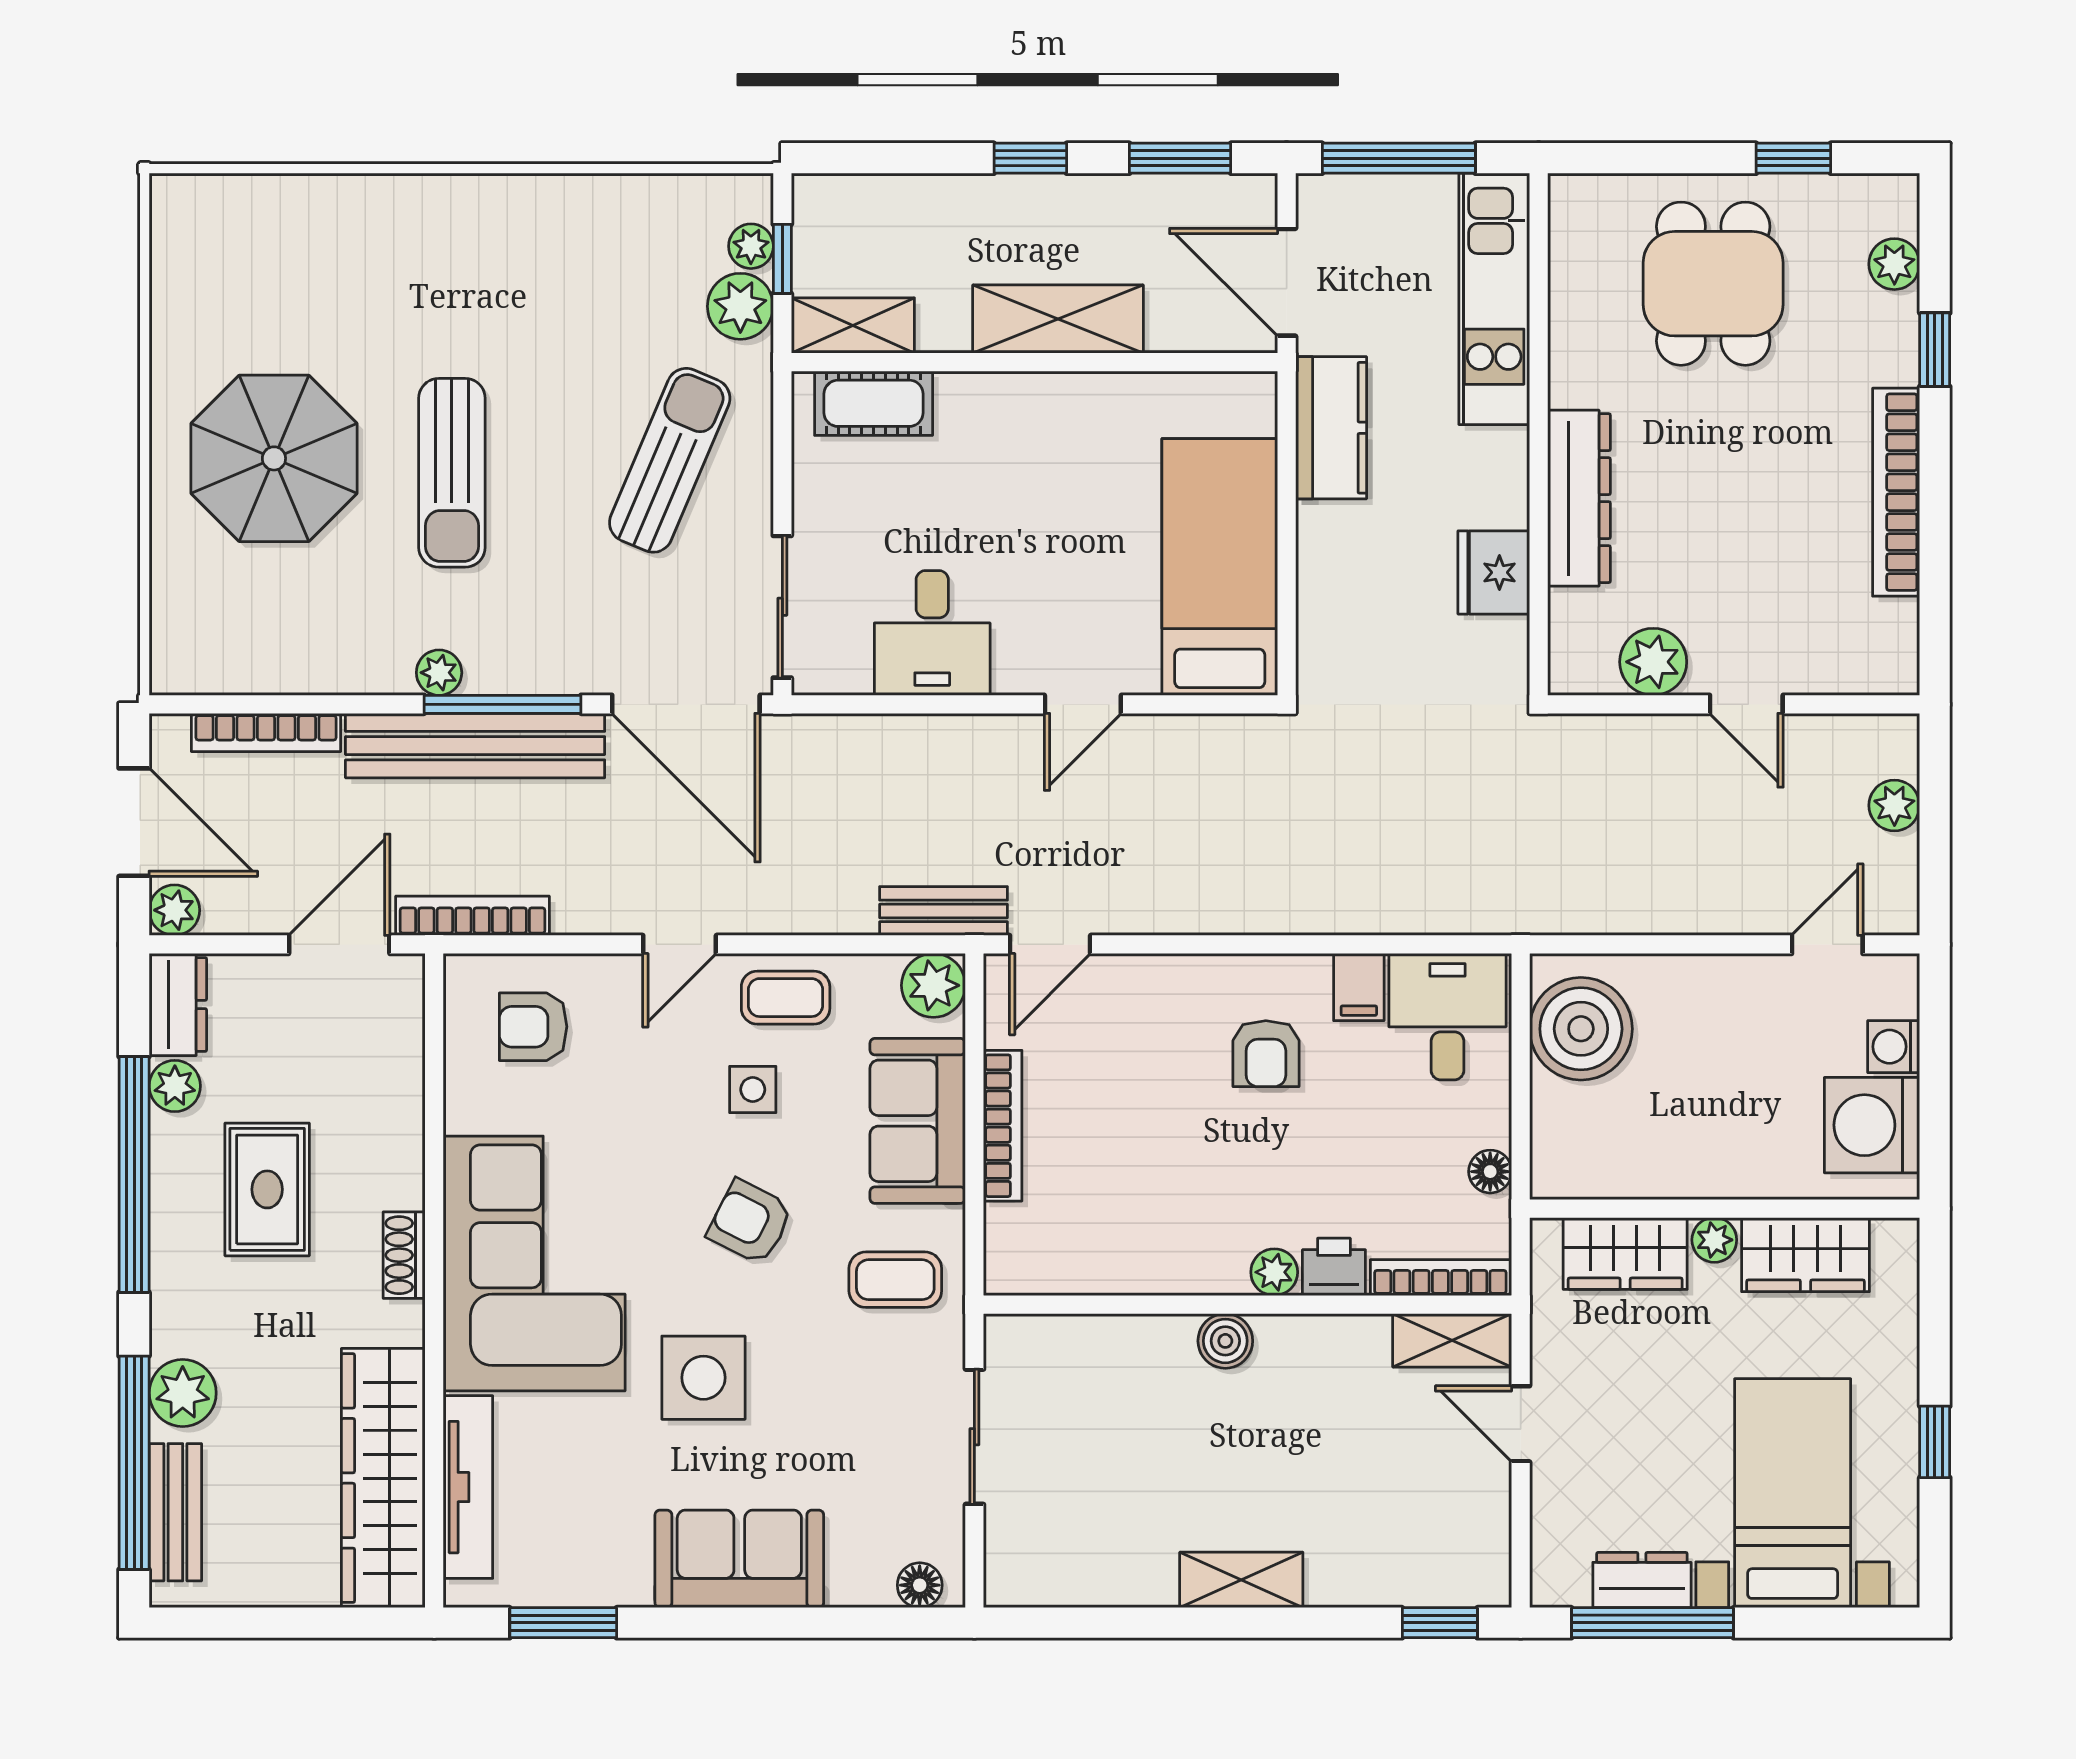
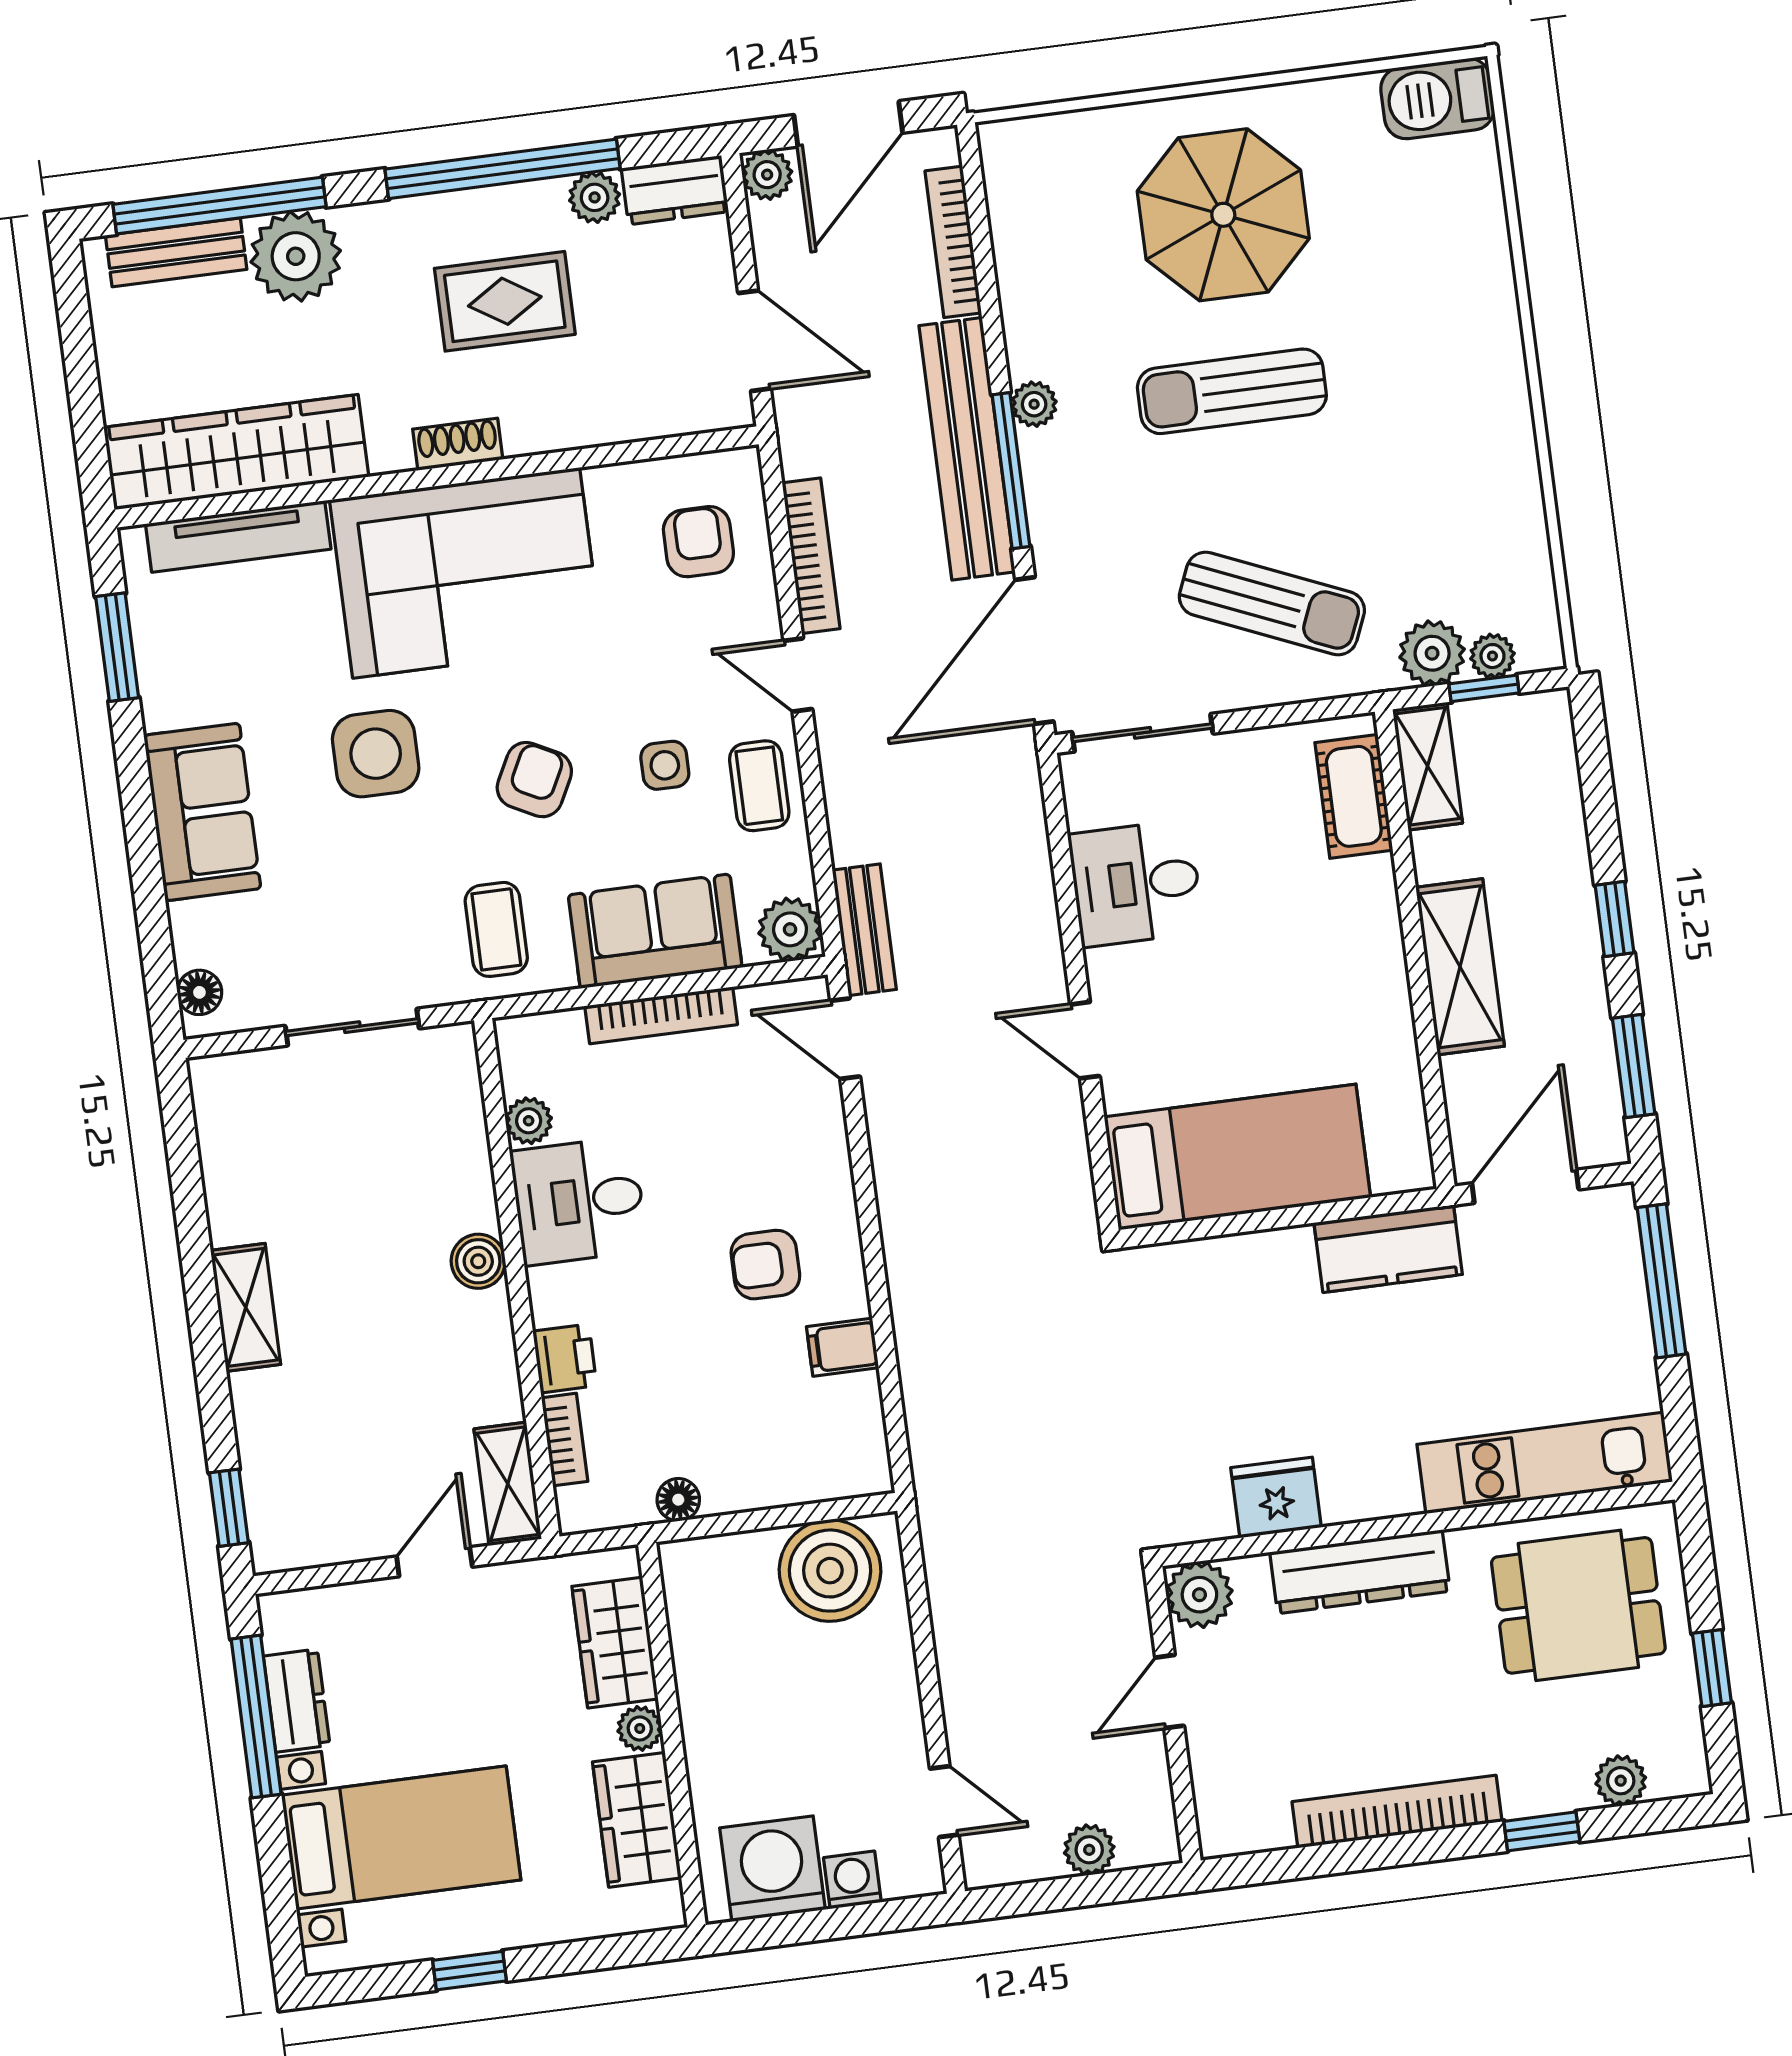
barbecue: (185, 229) -> (1437, 99), added
kitchen unit: (1494, 299) -> (1545, 1463), moved
wall: (1539, 434) -> (1417, 1524), moved
dresser: (1579, 498) -> (1360, 1572), moved
fridge: (1494, 572) -> (1276, 1498), moved
bookcase: (473, 916) -> (811, 556), moved
desk: (1447, 1017) -> (579, 1201), moved, turned 180
plant: (1274, 1272) -> (529, 1121), moved
bookcase: (1440, 1278) -> (565, 1440), width x0.64
plant: (183, 1393) -> (296, 256), width x1.36, depth x1.36

